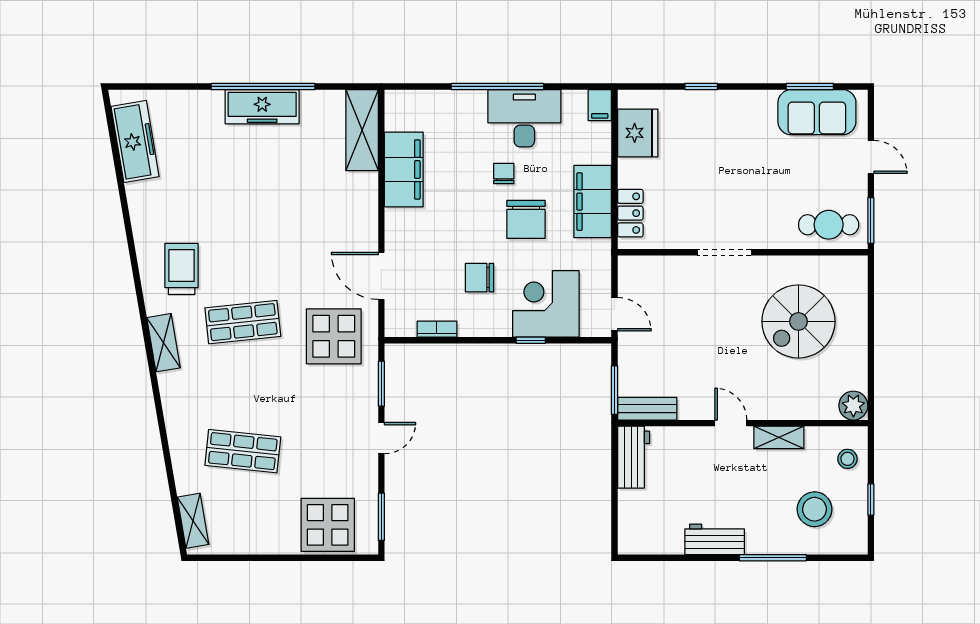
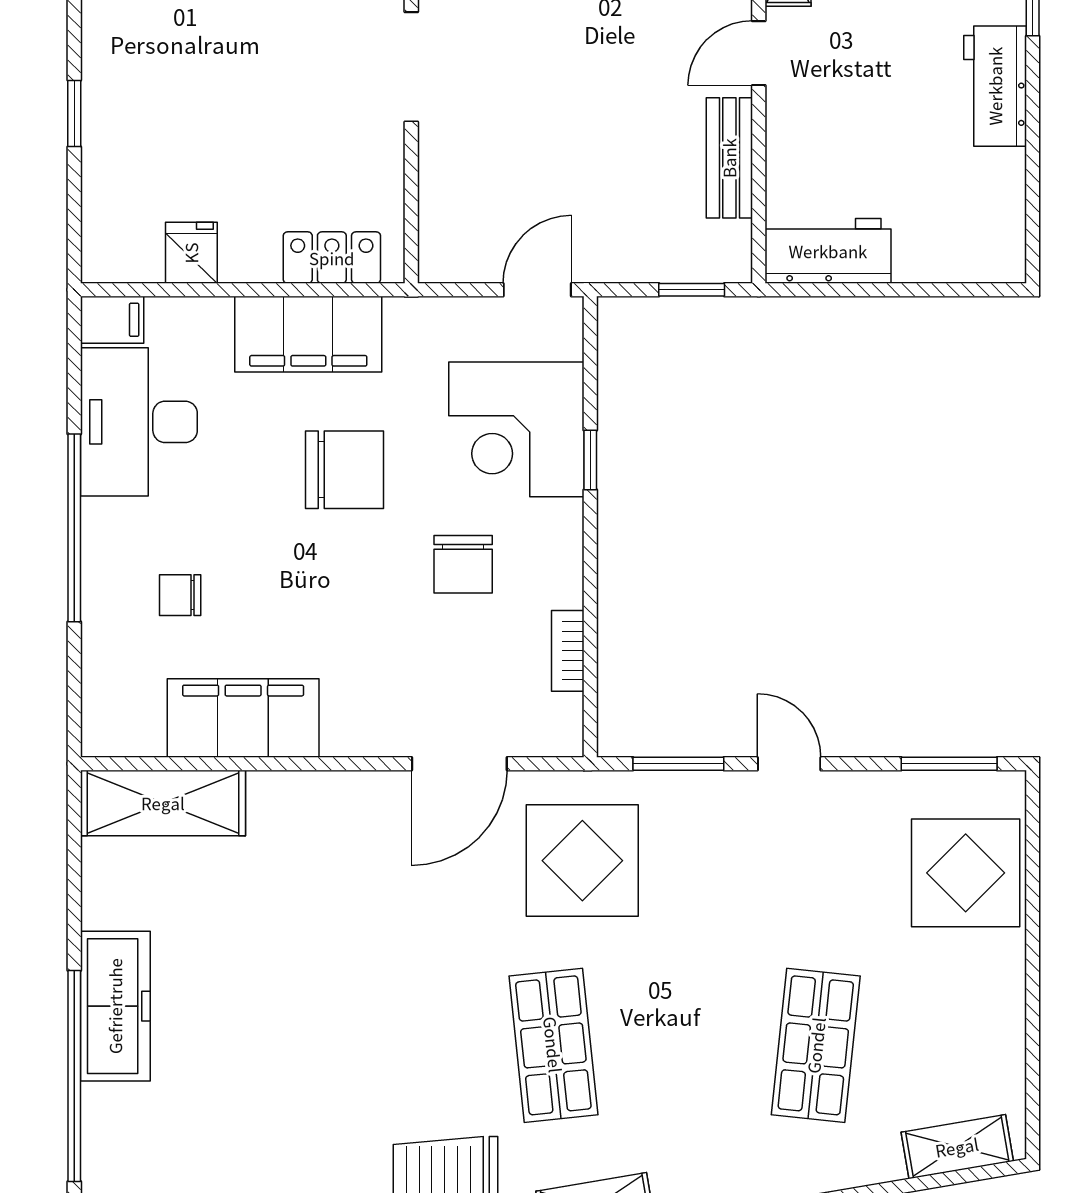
window: (263, 86) -> (74, 1076), moved
desk: (524, 118) -> (139, 422), moved
fridge: (638, 133) -> (191, 253), width x0.53, depth x0.75
chair: (504, 174) -> (180, 595), moved
window: (614, 390) -> (692, 290), width x0.67
bench: (647, 409) -> (729, 158), moved

